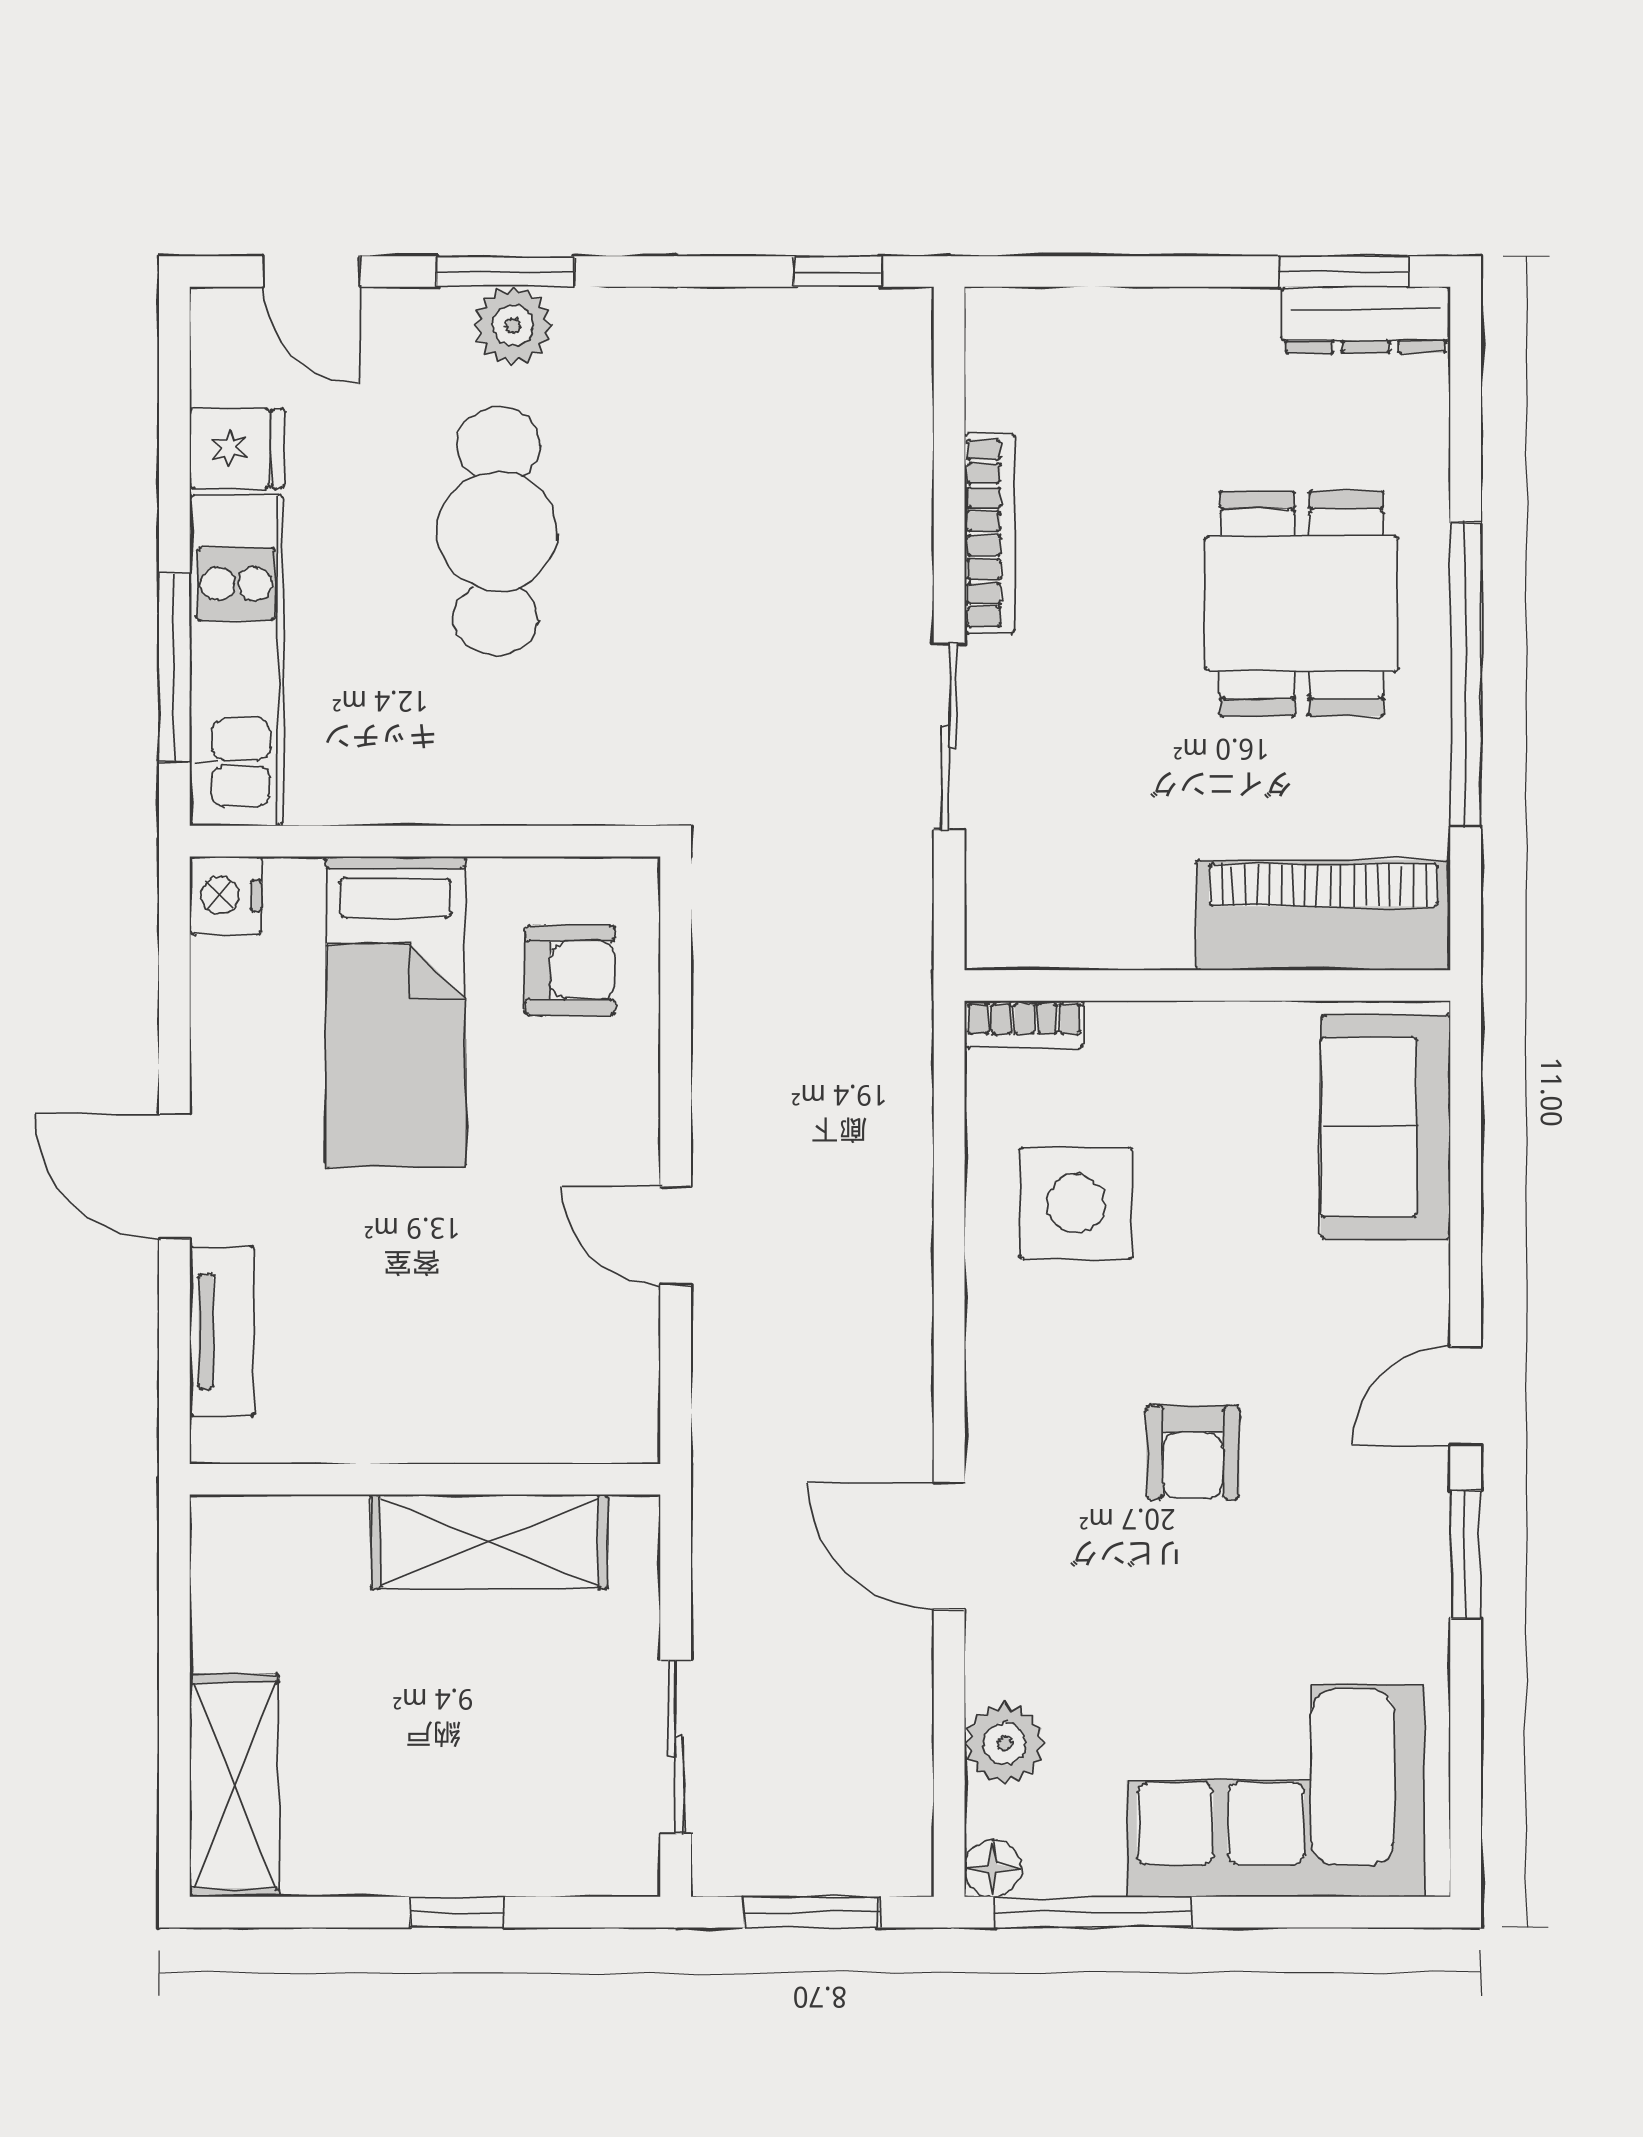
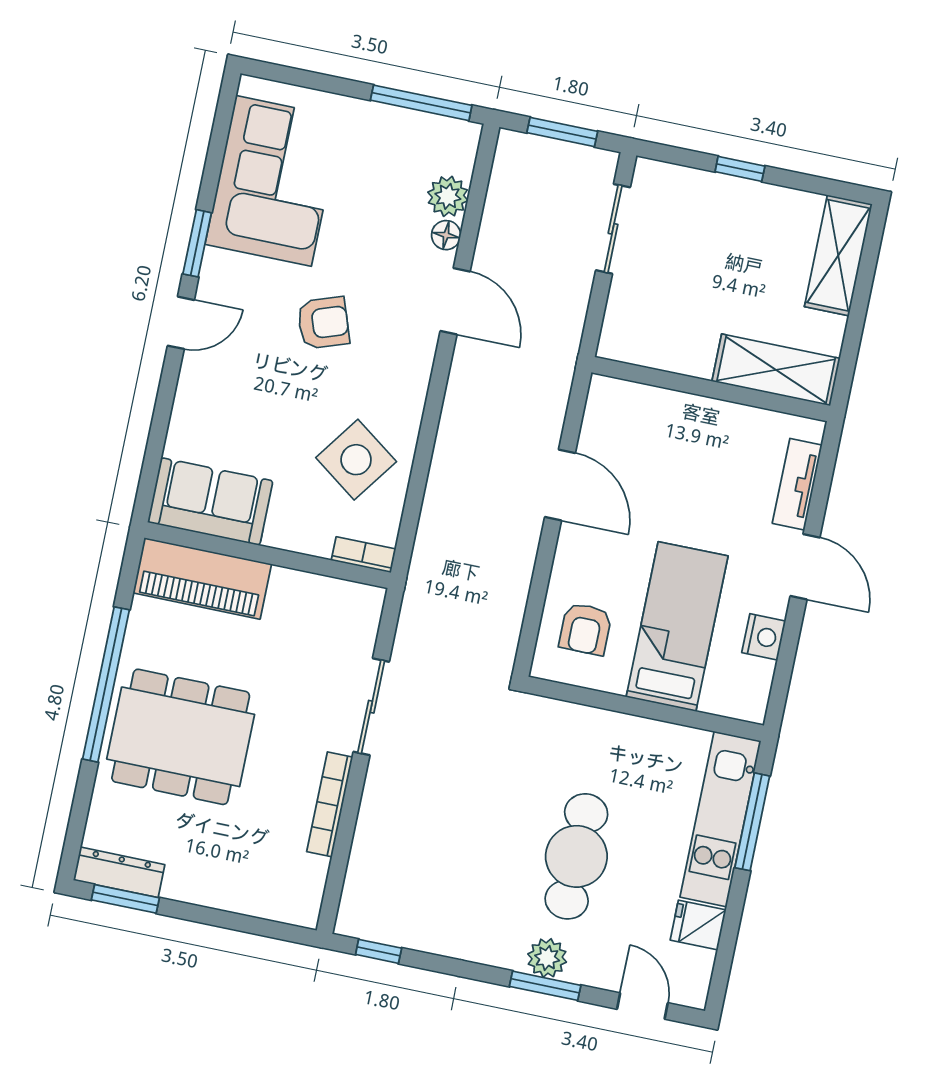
dining table: (1302, 604) -> (181, 737), width x1.37
nightstand: (226, 895) -> (764, 637), moved
armchair: (570, 970) -> (585, 629), turned -90
sofa: (1386, 1127) -> (210, 502), moved, turned -90
side table: (1076, 1203) -> (356, 460), turned 36
door: (676, 1236) -> (560, 485), width x1.38
armchair: (1193, 1452) -> (323, 323), turned 71
shelving: (489, 1542) -> (776, 370), moved
corner sofa: (1275, 1791) -> (274, 181), moved, turned -90
floor lamp: (993, 1869) -> (446, 235), moved

